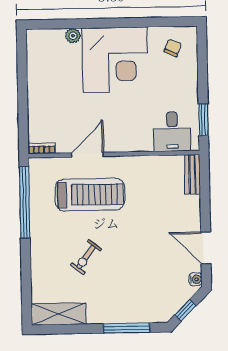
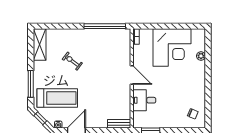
corner desk: (115, 60) -> (172, 48), moved, turned -90
desk: (172, 132) -> (144, 100), moved
door: (87, 155) -> (132, 75), moved
treadmill: (90, 195) -> (57, 98), moved, turned -90

